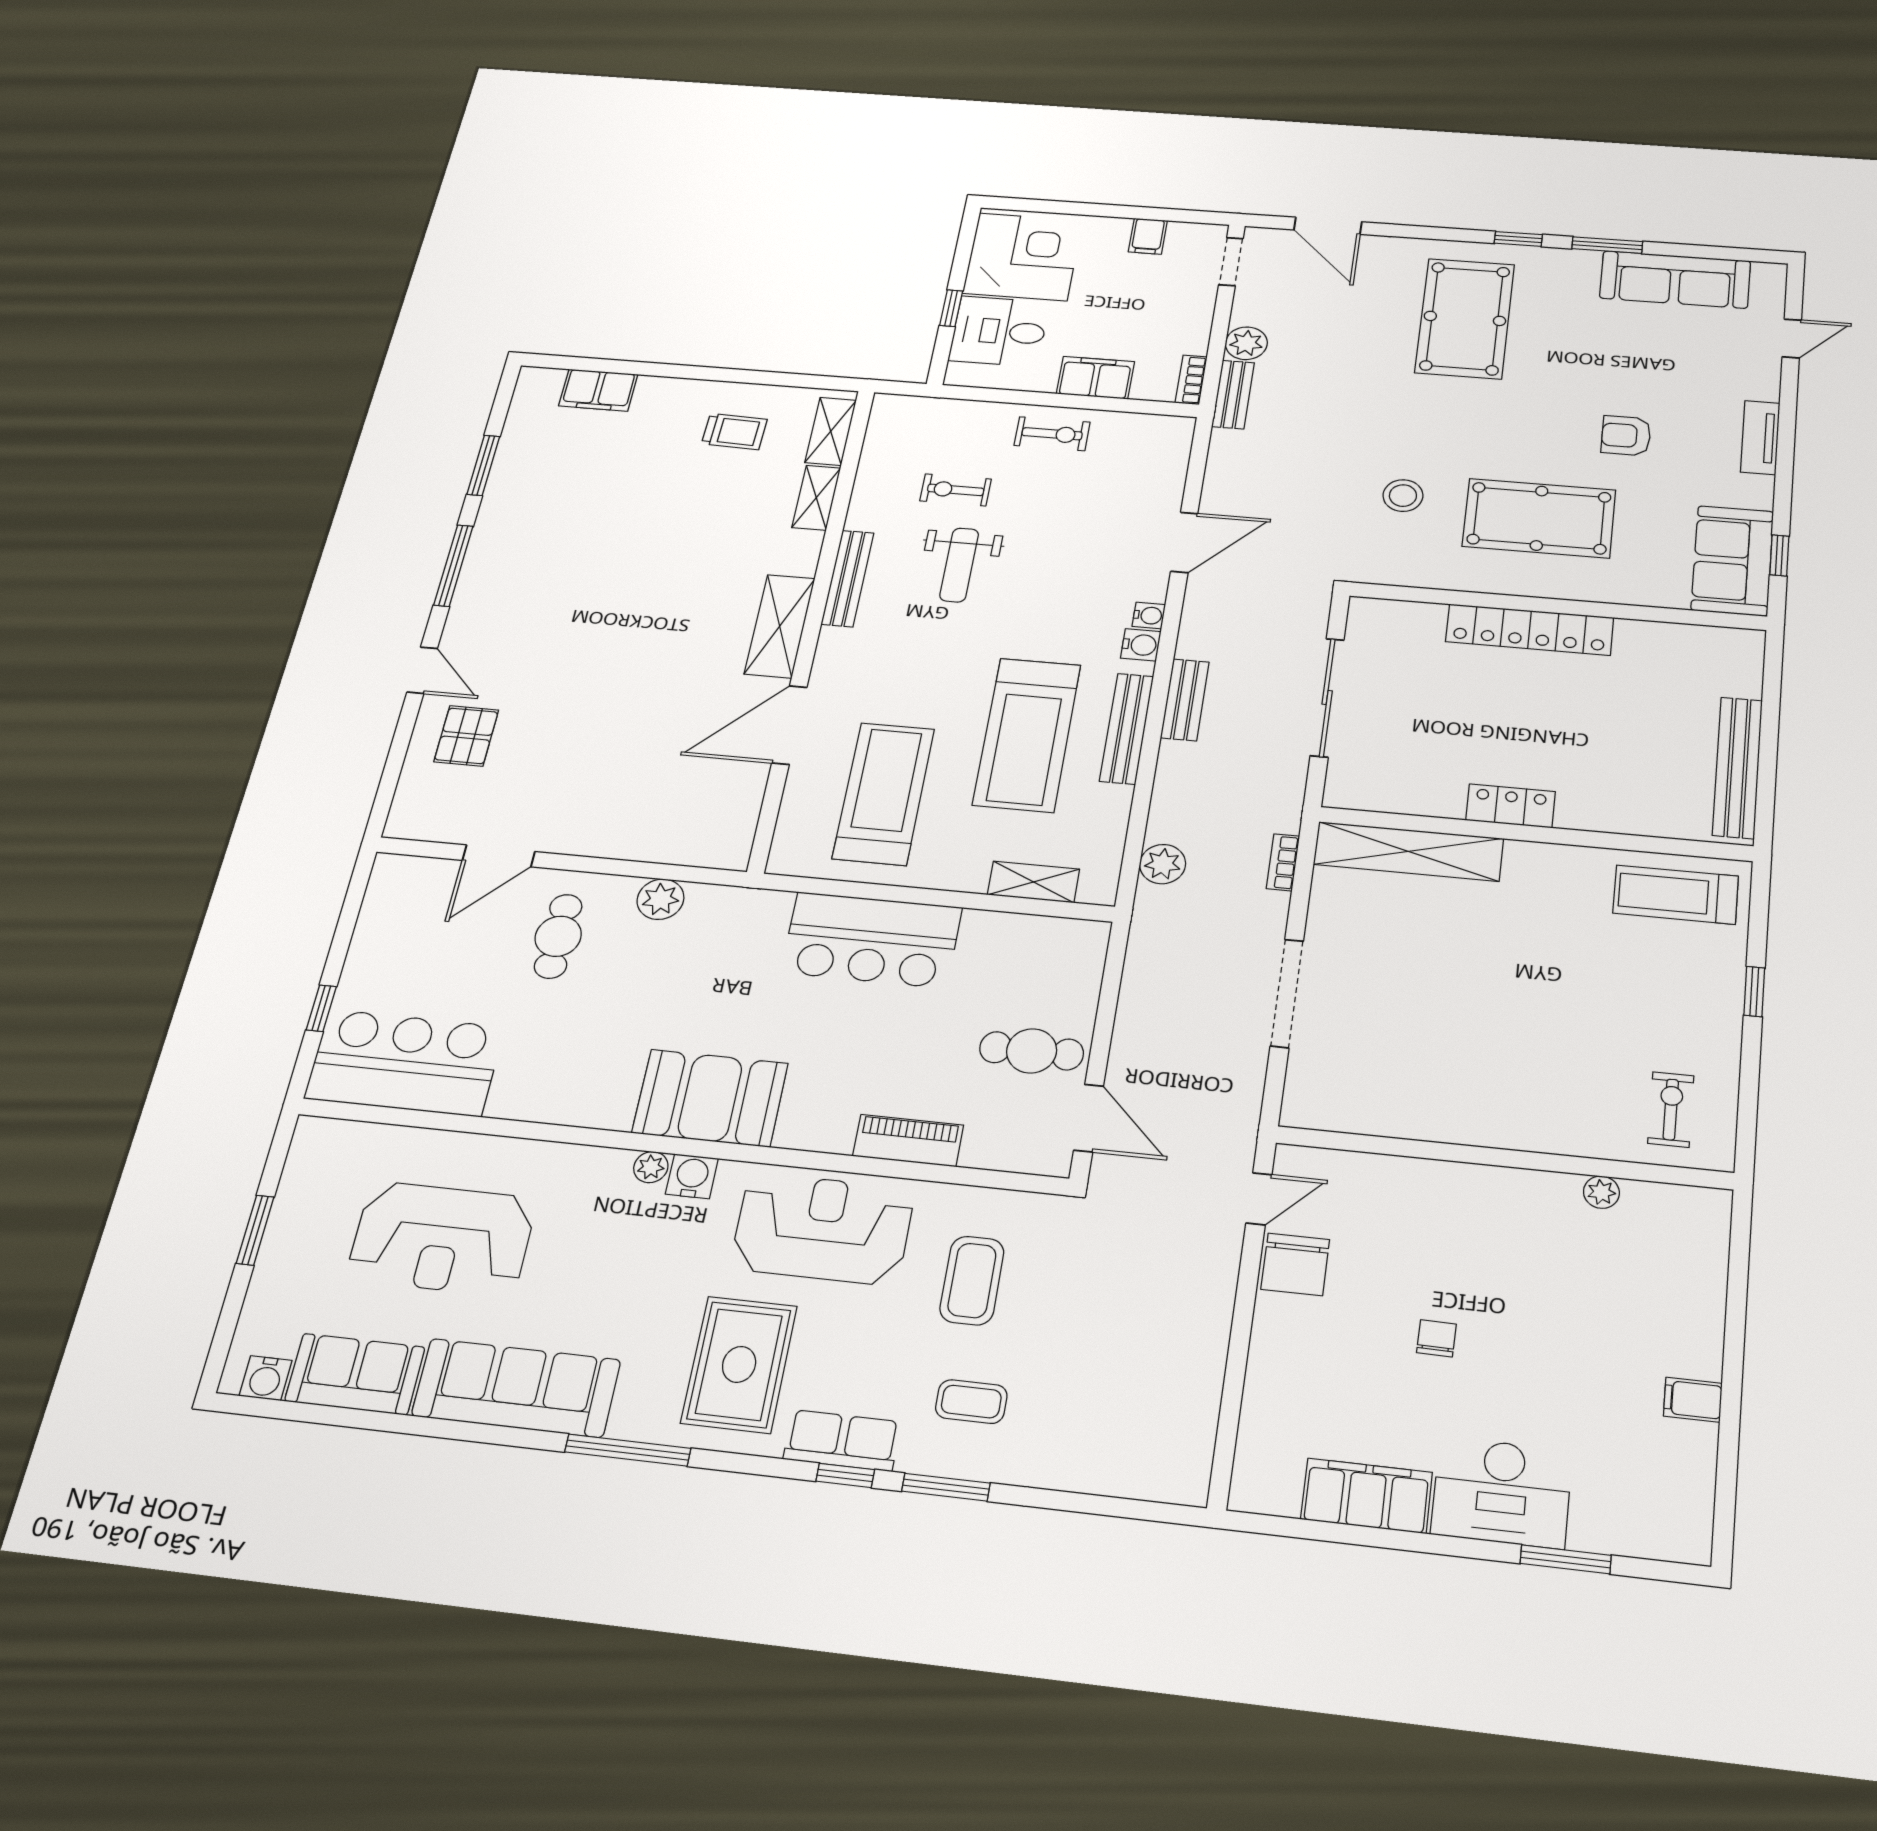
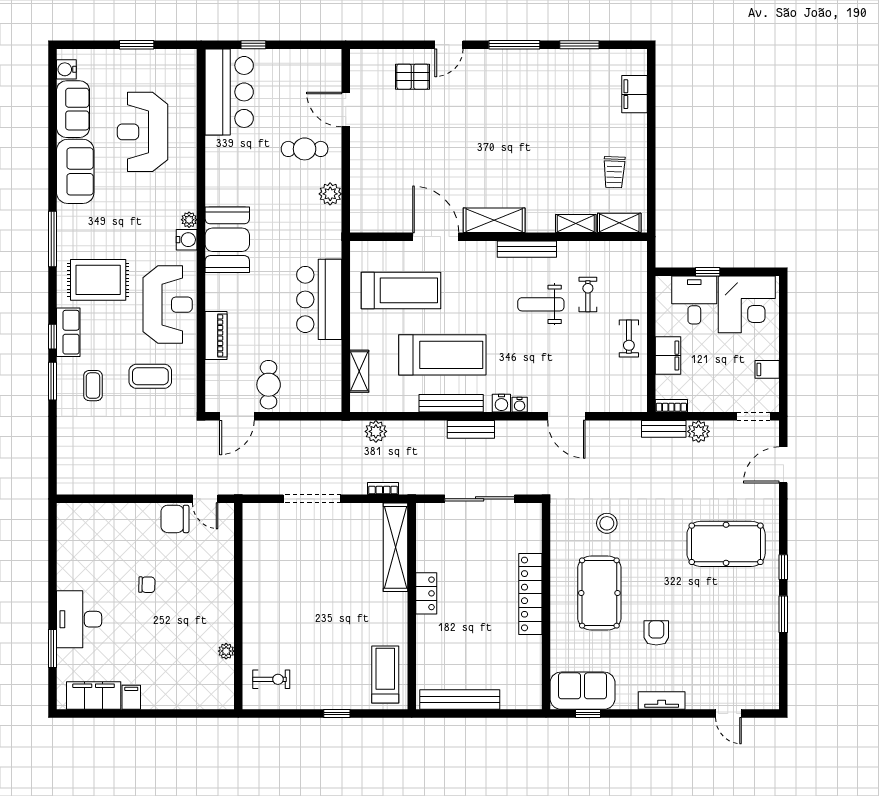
sofa: (1675, 280) -> (763, 651), removed
treadmill: (1027, 735) -> (442, 355), turned 180
sofa: (516, 1388) -> (75, 171), width x0.73
filing cabinet: (1367, 1496) -> (94, 695), moved, turned -90

